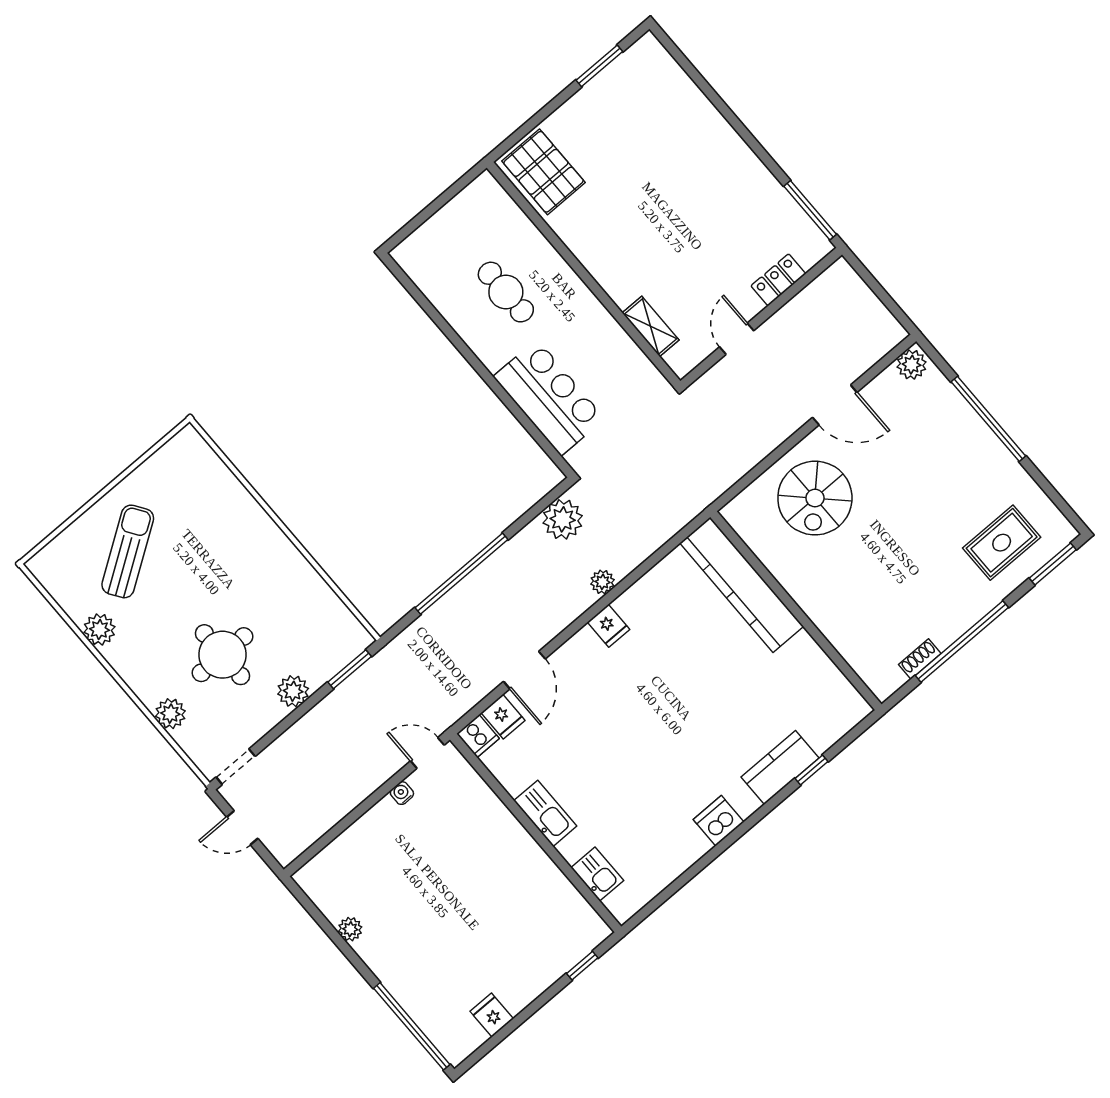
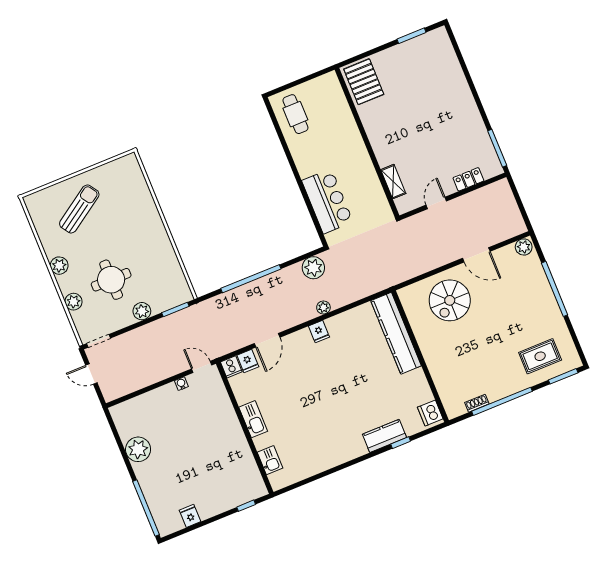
cafe table: (506, 292) -> (295, 114), moved
plant: (99, 630) -> (59, 266), moved
dishwasher: (719, 821) -> (430, 413), moved, turned -90
plant: (350, 929) -> (138, 449), width x1.88, depth x1.88

